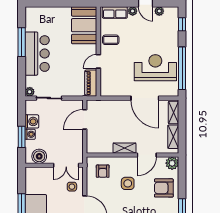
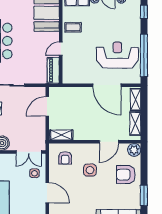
shelving: (124, 148) -> (61, 135), moved

